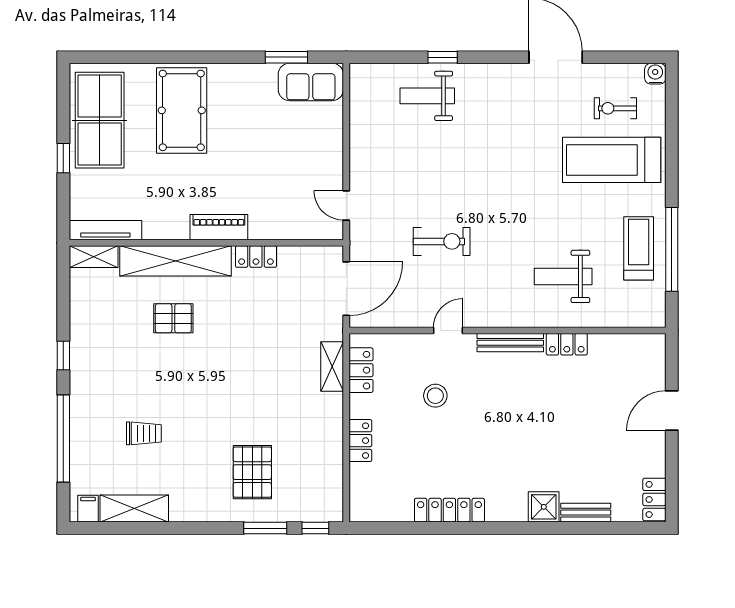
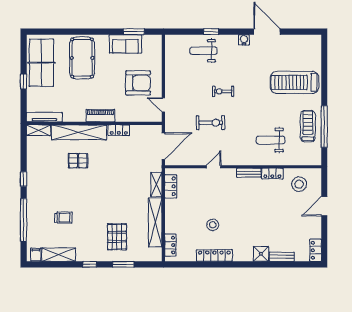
water cooler: (655, 74) -> (244, 40), moved
sofa: (311, 82) -> (125, 44), moved
exercise bike: (615, 108) -> (223, 91), moved
armchair: (295, 161) -> (138, 83), added
bench: (510, 343) -> (249, 173), width x0.73
stool: (621, 366) -> (299, 184), added
stool: (435, 396) -> (213, 225), moved
locker: (360, 441) -> (170, 245), moved
shelving: (330, 443) -> (155, 222), added
window: (315, 528) -> (90, 264), moved

